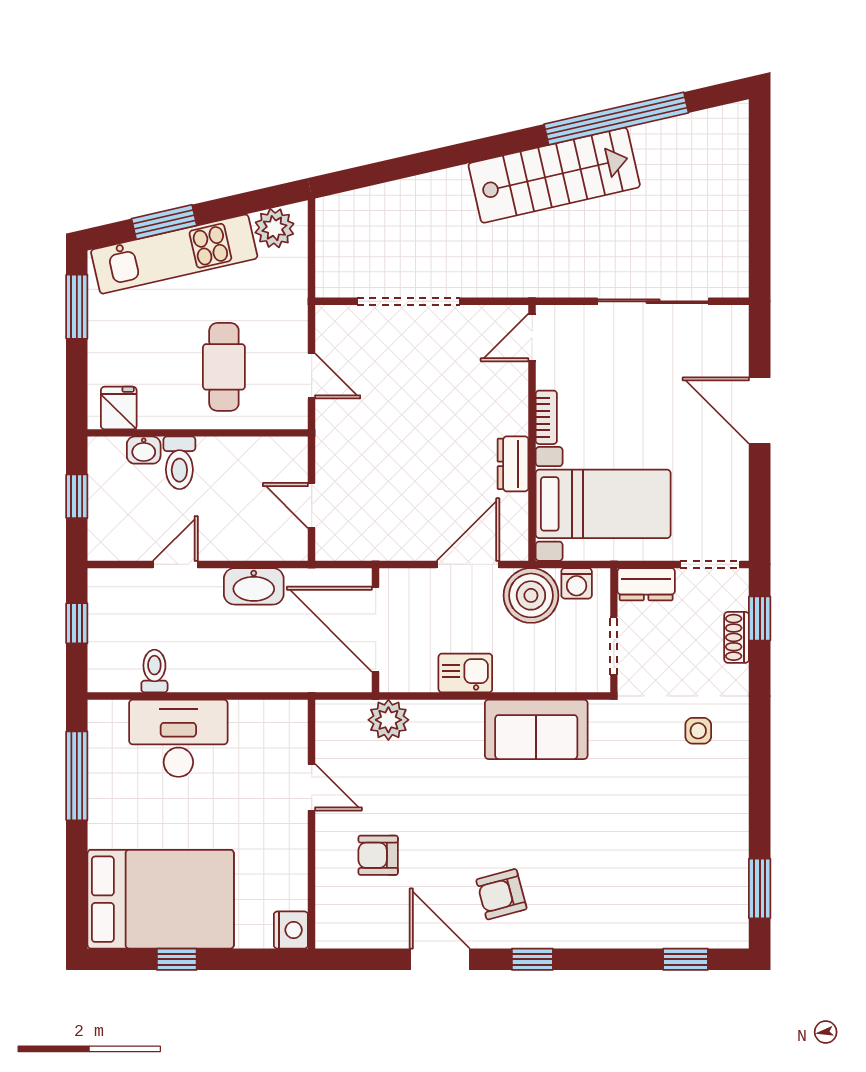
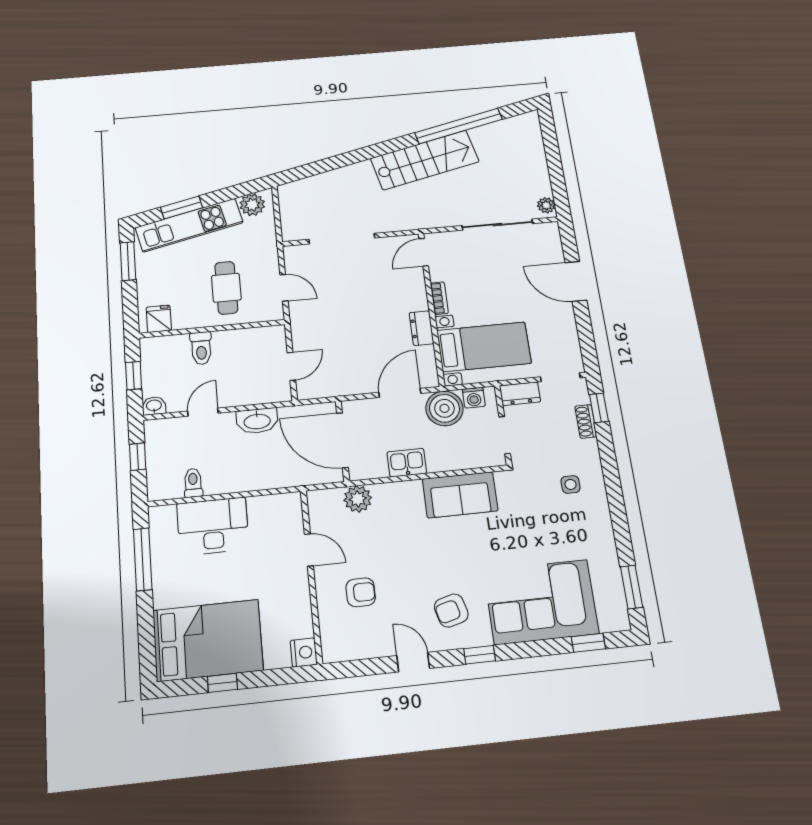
plant: (735, 275) -> (546, 205), added
washbasin: (144, 450) -> (154, 406), moved, turned 180
door: (312, 506) -> (291, 366), swing flipped
armchair: (378, 855) -> (361, 592), turned 180
corner sofa: (629, 896) -> (541, 602), added
door: (440, 959) -> (413, 662), width x0.73

